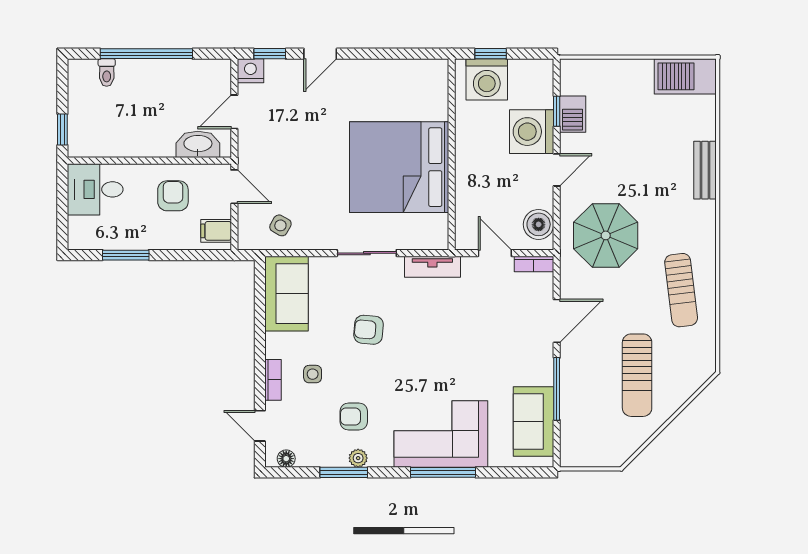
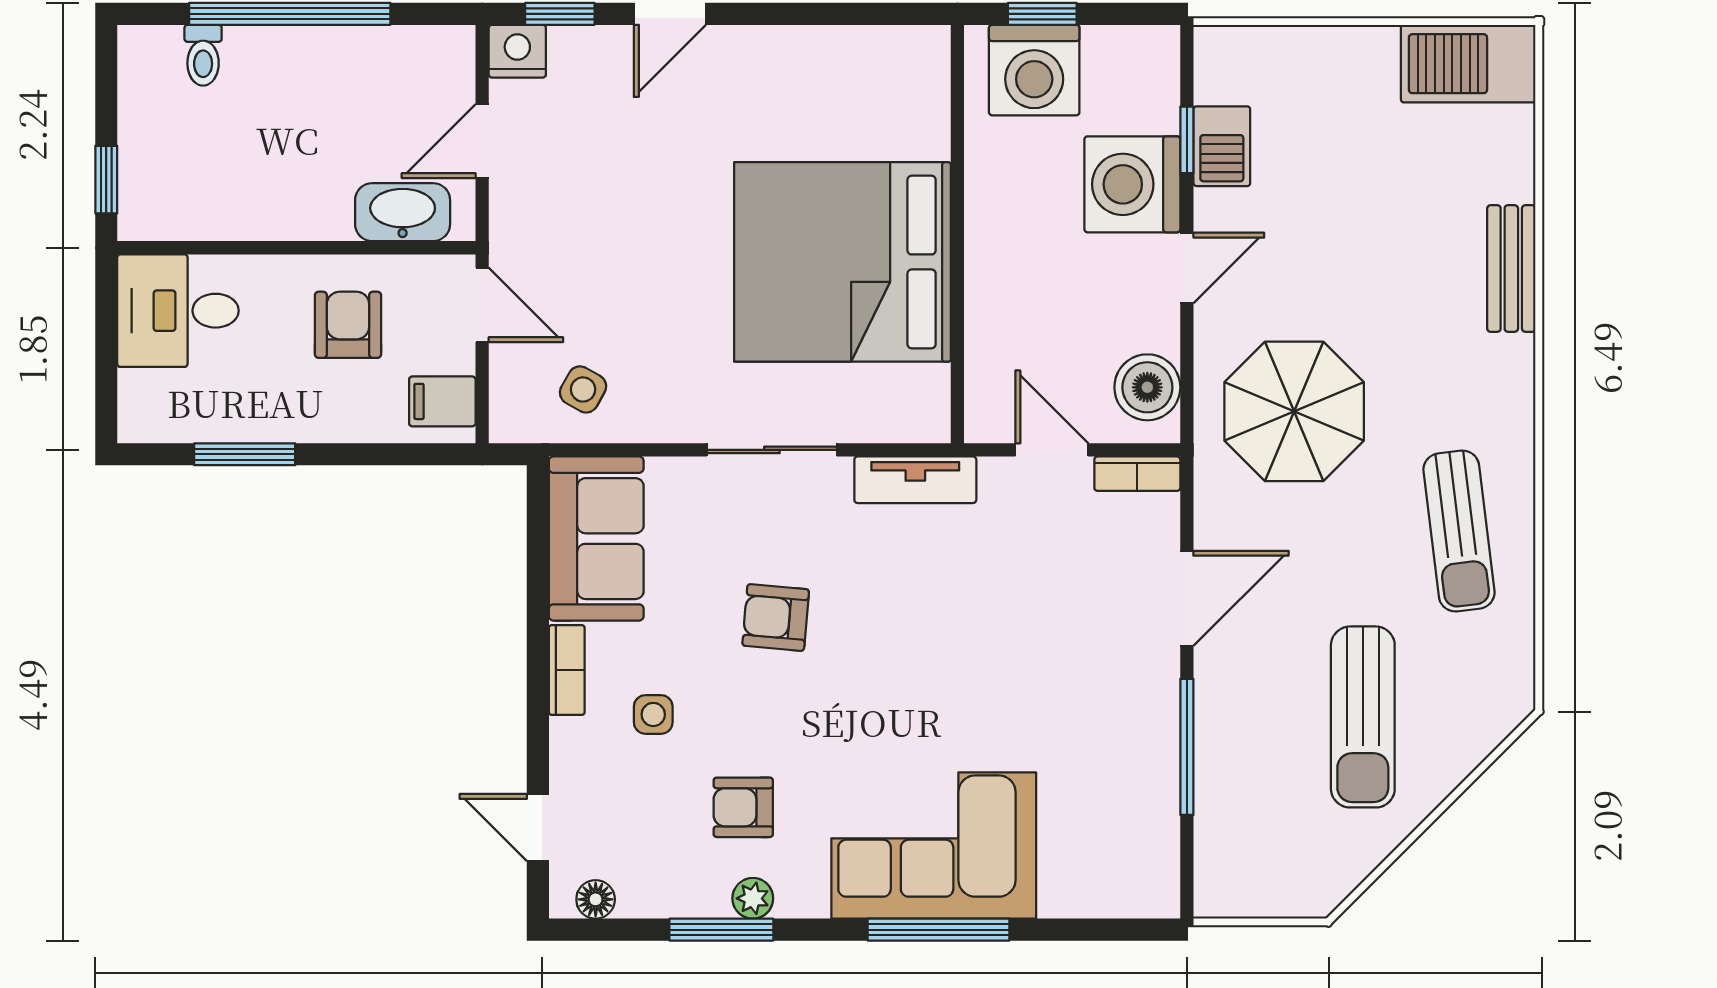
bookcase: (273, 380) -> (567, 670), moved
sofa: (533, 422) -> (1136, 818), removed

